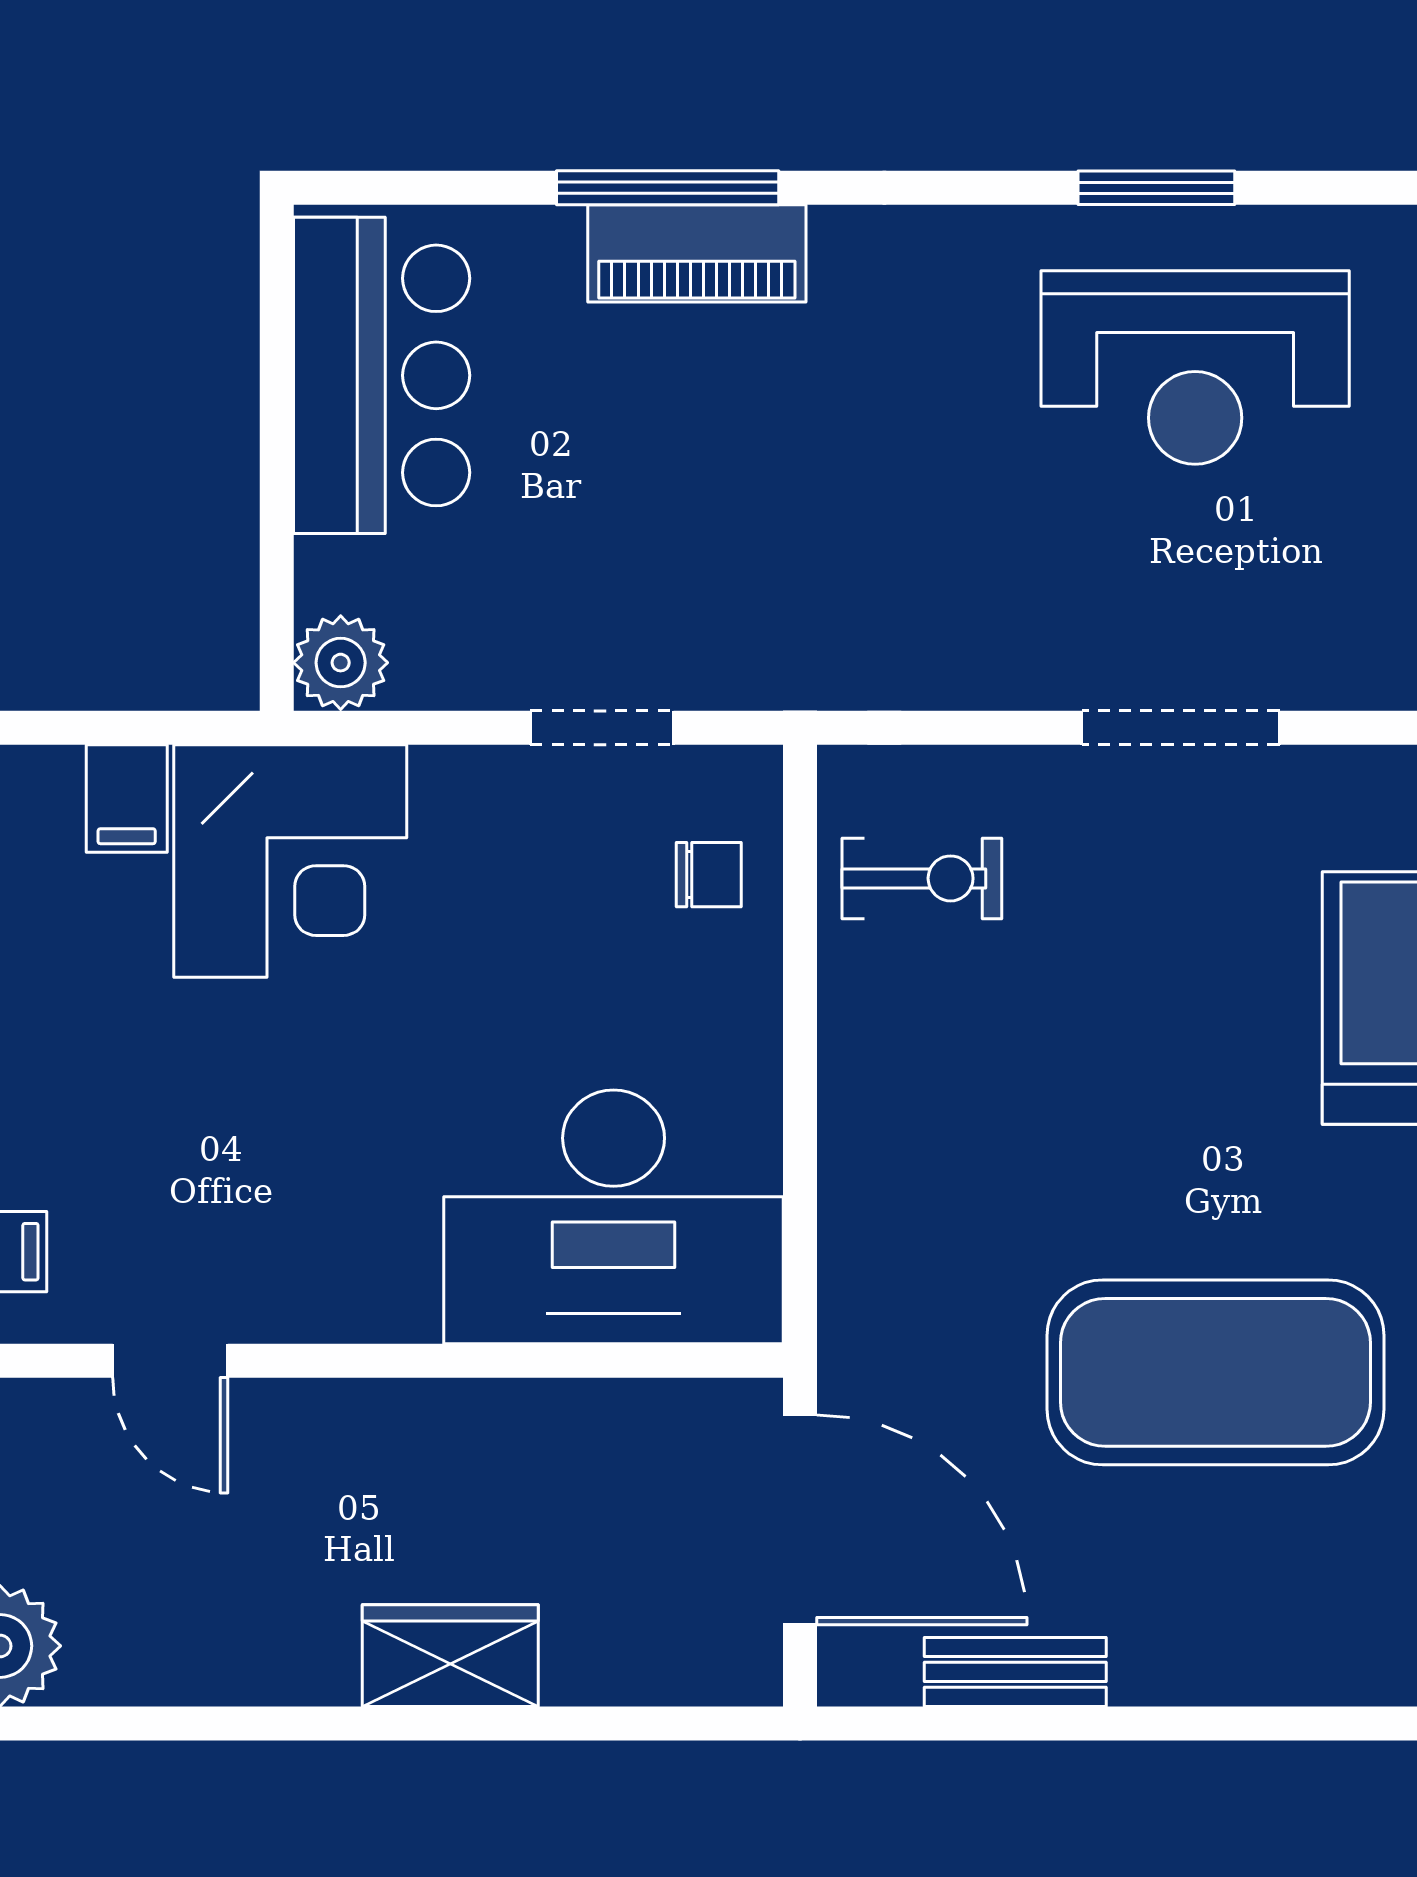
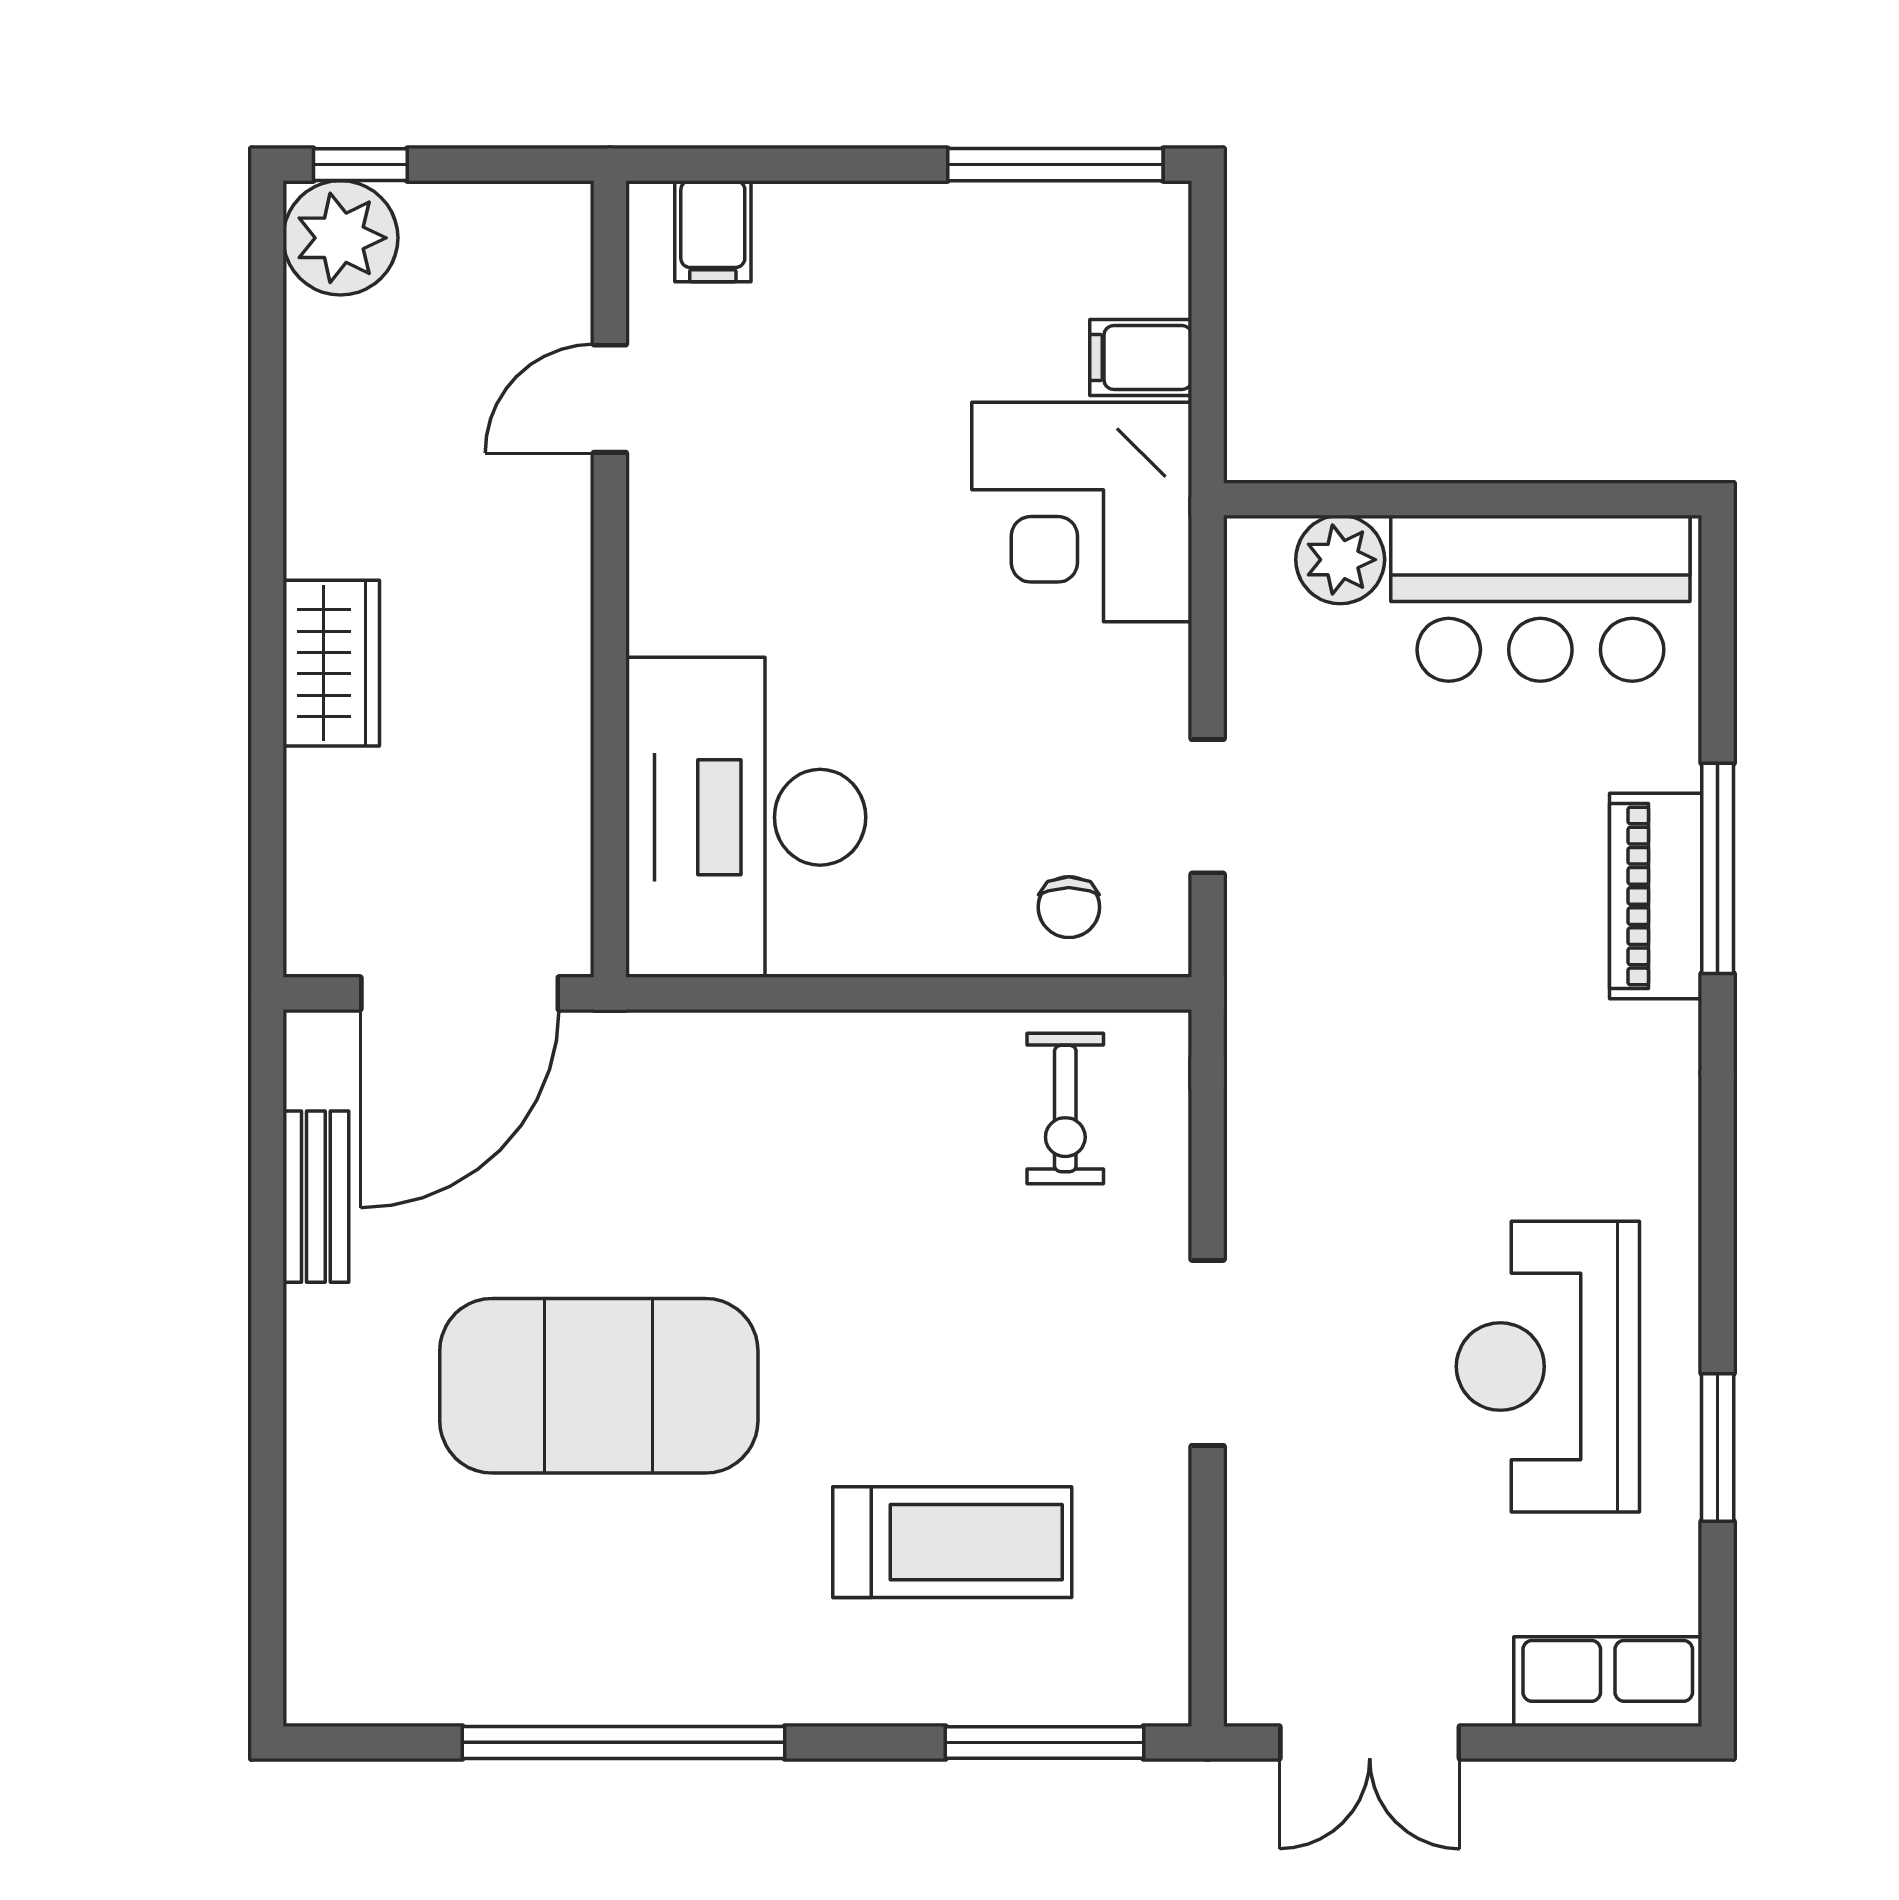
window: (1156, 188) -> (1718, 1447), moved
plant: (341, 663) -> (1340, 560), moved
exercise mat: (1215, 1372) -> (599, 1386), turned 90

